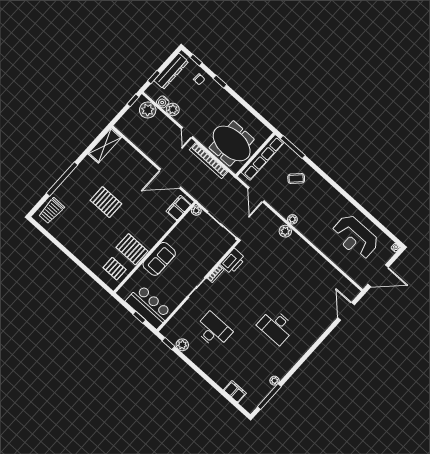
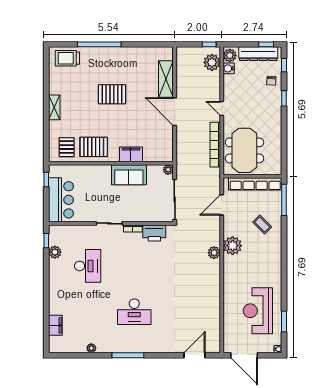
window: (154, 77) -> (266, 44), moved
plant: (173, 109) -> (230, 55), moved
door: (187, 133) -> (222, 108), hinge flipped
shelving: (105, 145) -> (166, 79), moved, turned 90
door: (170, 179) -> (175, 112), moved
pallet: (106, 202) -> (112, 94), turned 90
filing cabinet: (179, 208) -> (131, 154), moved
plant: (292, 219) -> (233, 246), width x1.88, depth x1.88
window: (380, 225) -> (284, 322), added
pallet: (132, 249) -> (94, 147), turned 90
shelving: (78, 252) -> (54, 107), added
sofa: (159, 259) -> (129, 175), moved
window: (139, 317) -> (46, 180), moved
desk: (276, 326) -> (134, 312), turned -90
window: (269, 397) -> (128, 355), moved

